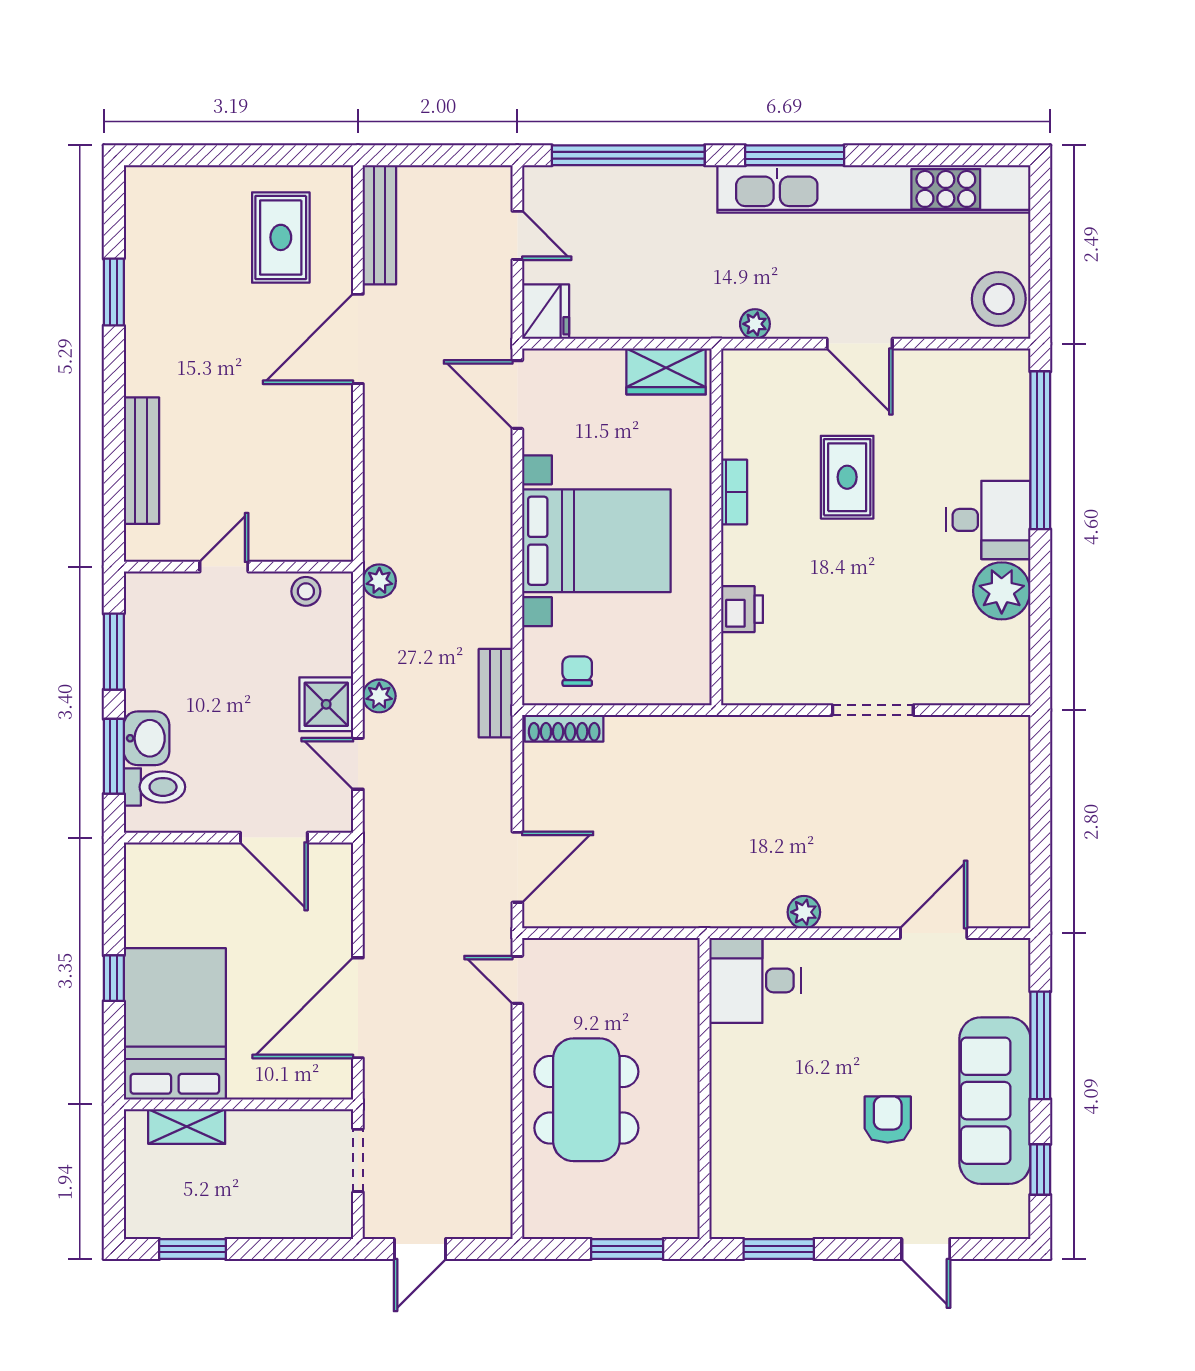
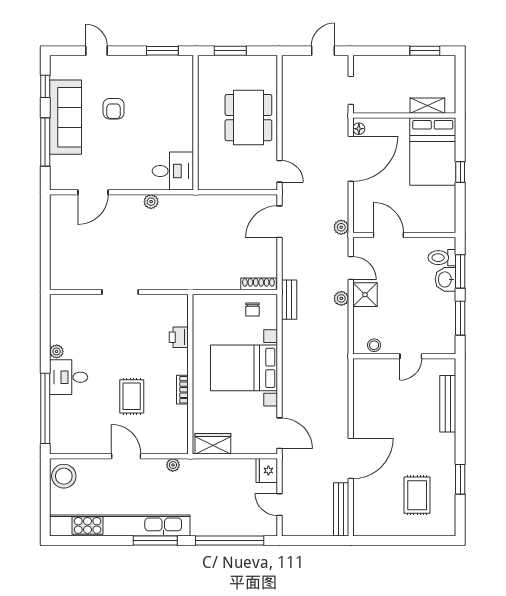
rug: (281, 237) -> (417, 495), moved
plant: (379, 581) -> (341, 227), moved
plant: (1002, 591) -> (57, 351), width x0.53, depth x0.53
floor lamp: (340, 1075) -> (359, 129), added

